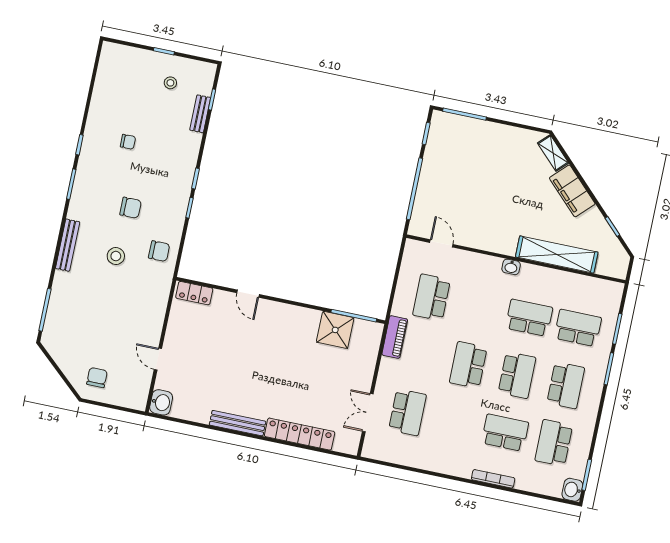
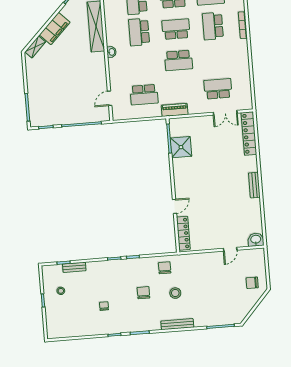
locker: (194, 293) -> (183, 233), width x1.53
bench: (238, 423) -> (254, 185), width x0.73
locker: (300, 434) -> (249, 134), moved

